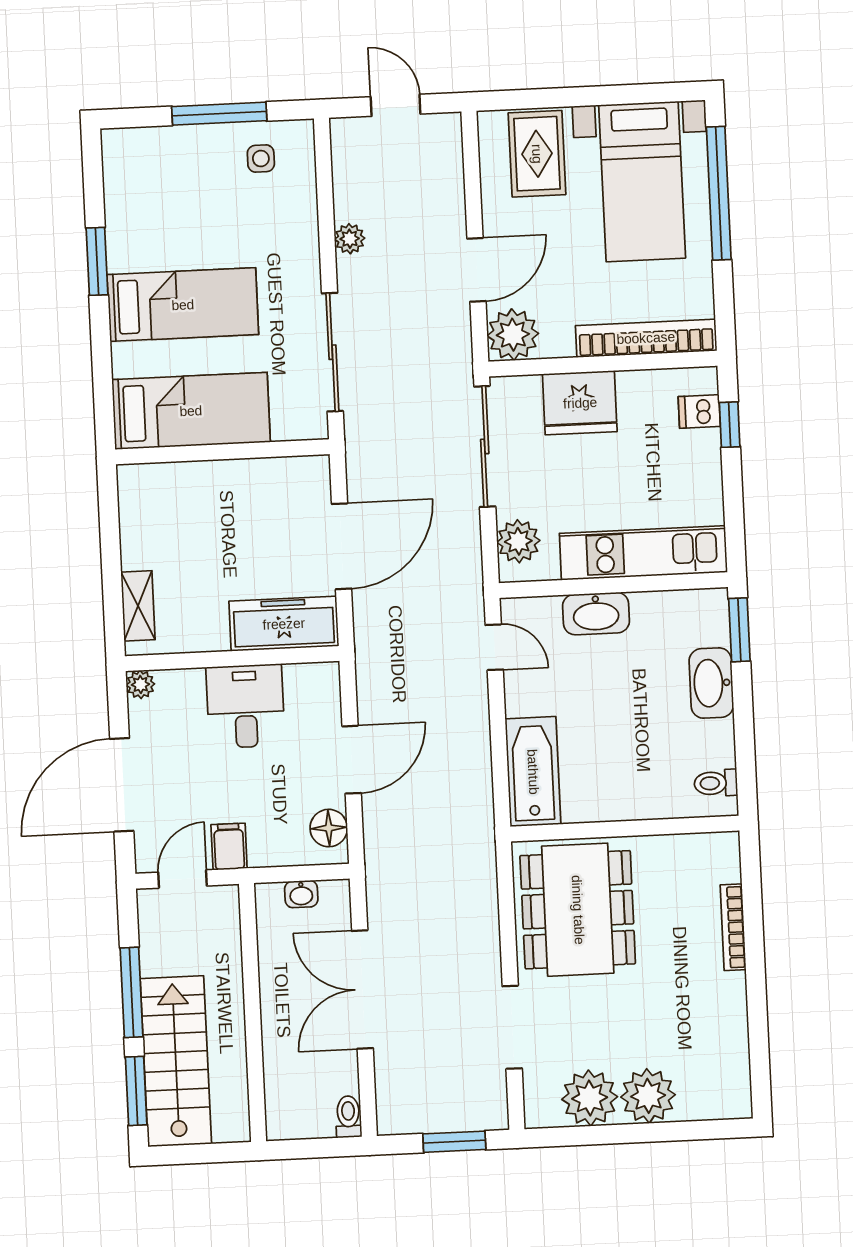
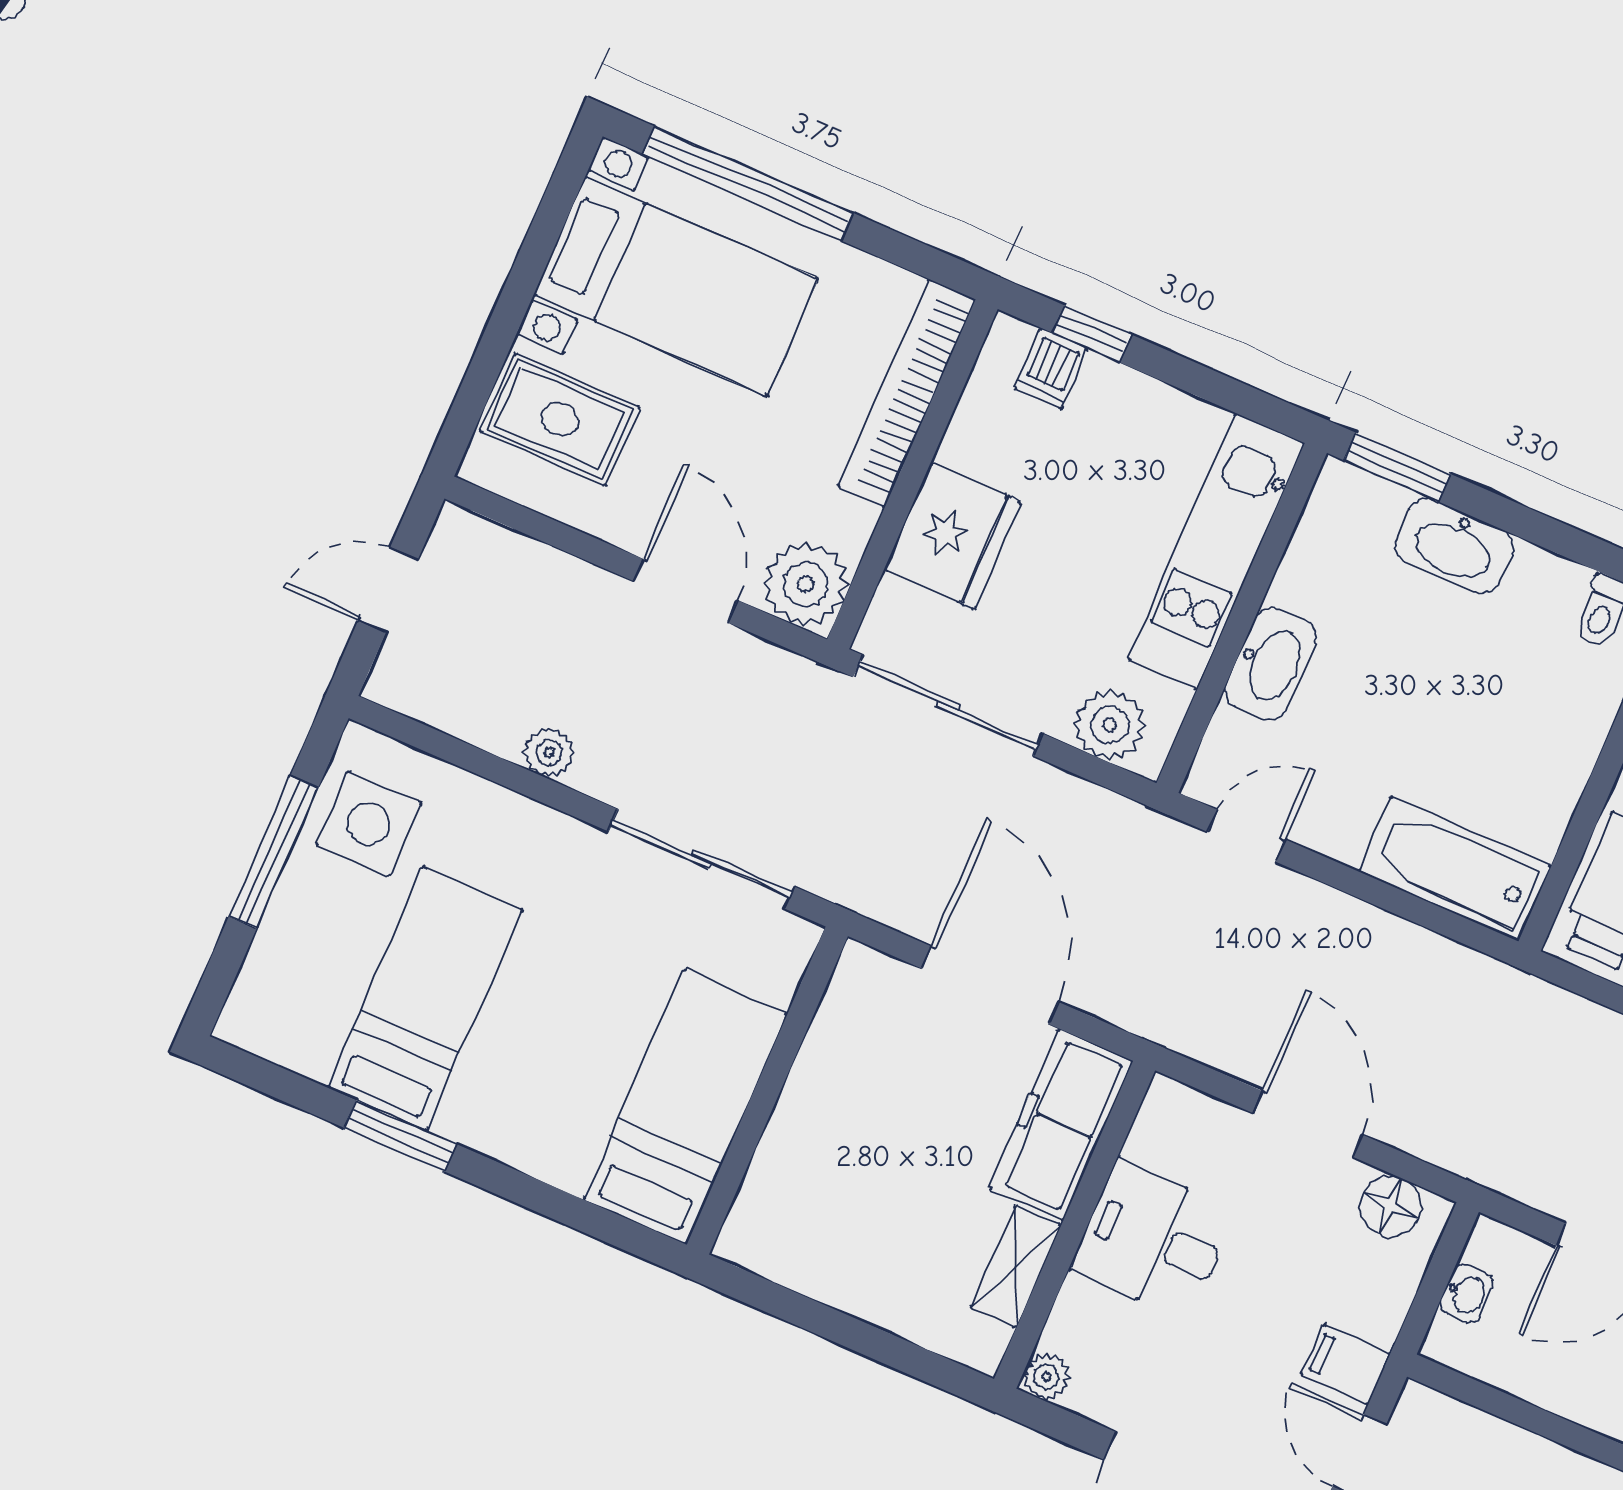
side table: (261, 159) -> (369, 824), width x1.87, depth x1.87
bed: (183, 305) -> (425, 999), moved
shelving: (138, 606) -> (1016, 1267), moved, turned 90

